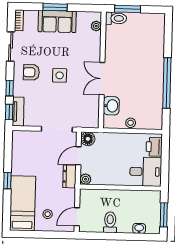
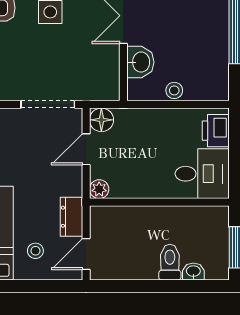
dresser: (69, 176) -> (72, 217), moved
toilet: (110, 222) -> (170, 262), moved

